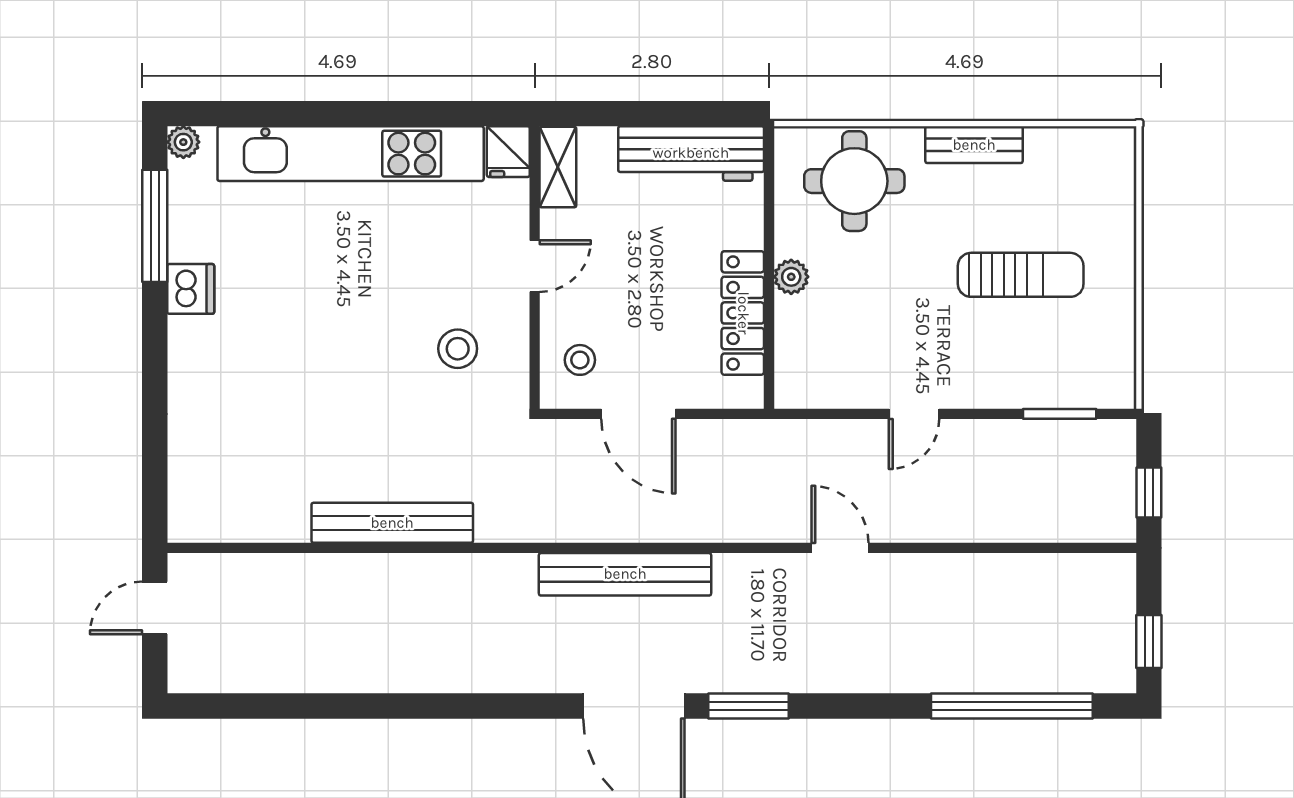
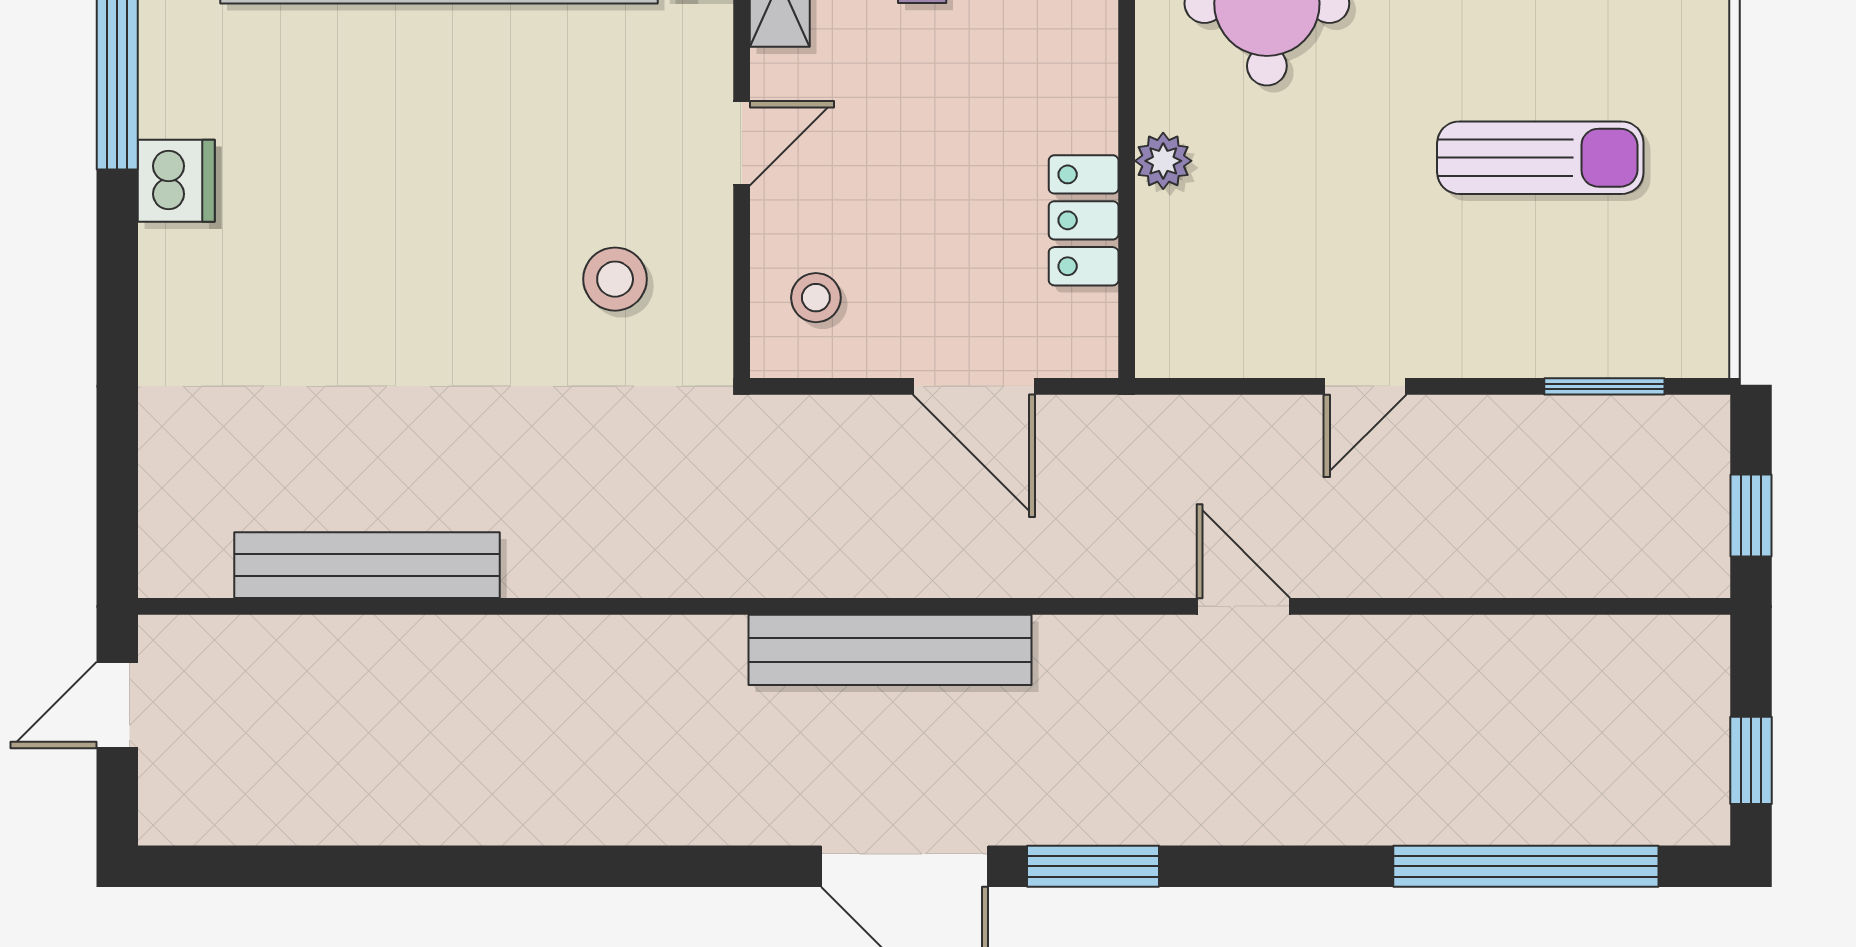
locker: (743, 313) -> (1084, 220), width x0.66
door: (638, 414) -> (974, 386), moved
bench: (392, 523) -> (367, 565), moved

